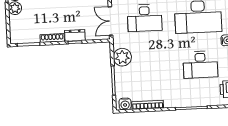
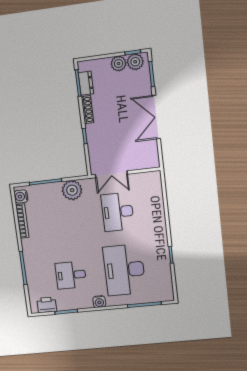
double door: (110, 21) -> (111, 174), swing flipped
dresser: (75, 35) -> (86, 83), moved
desk: (200, 65) -> (71, 275), width x0.73

